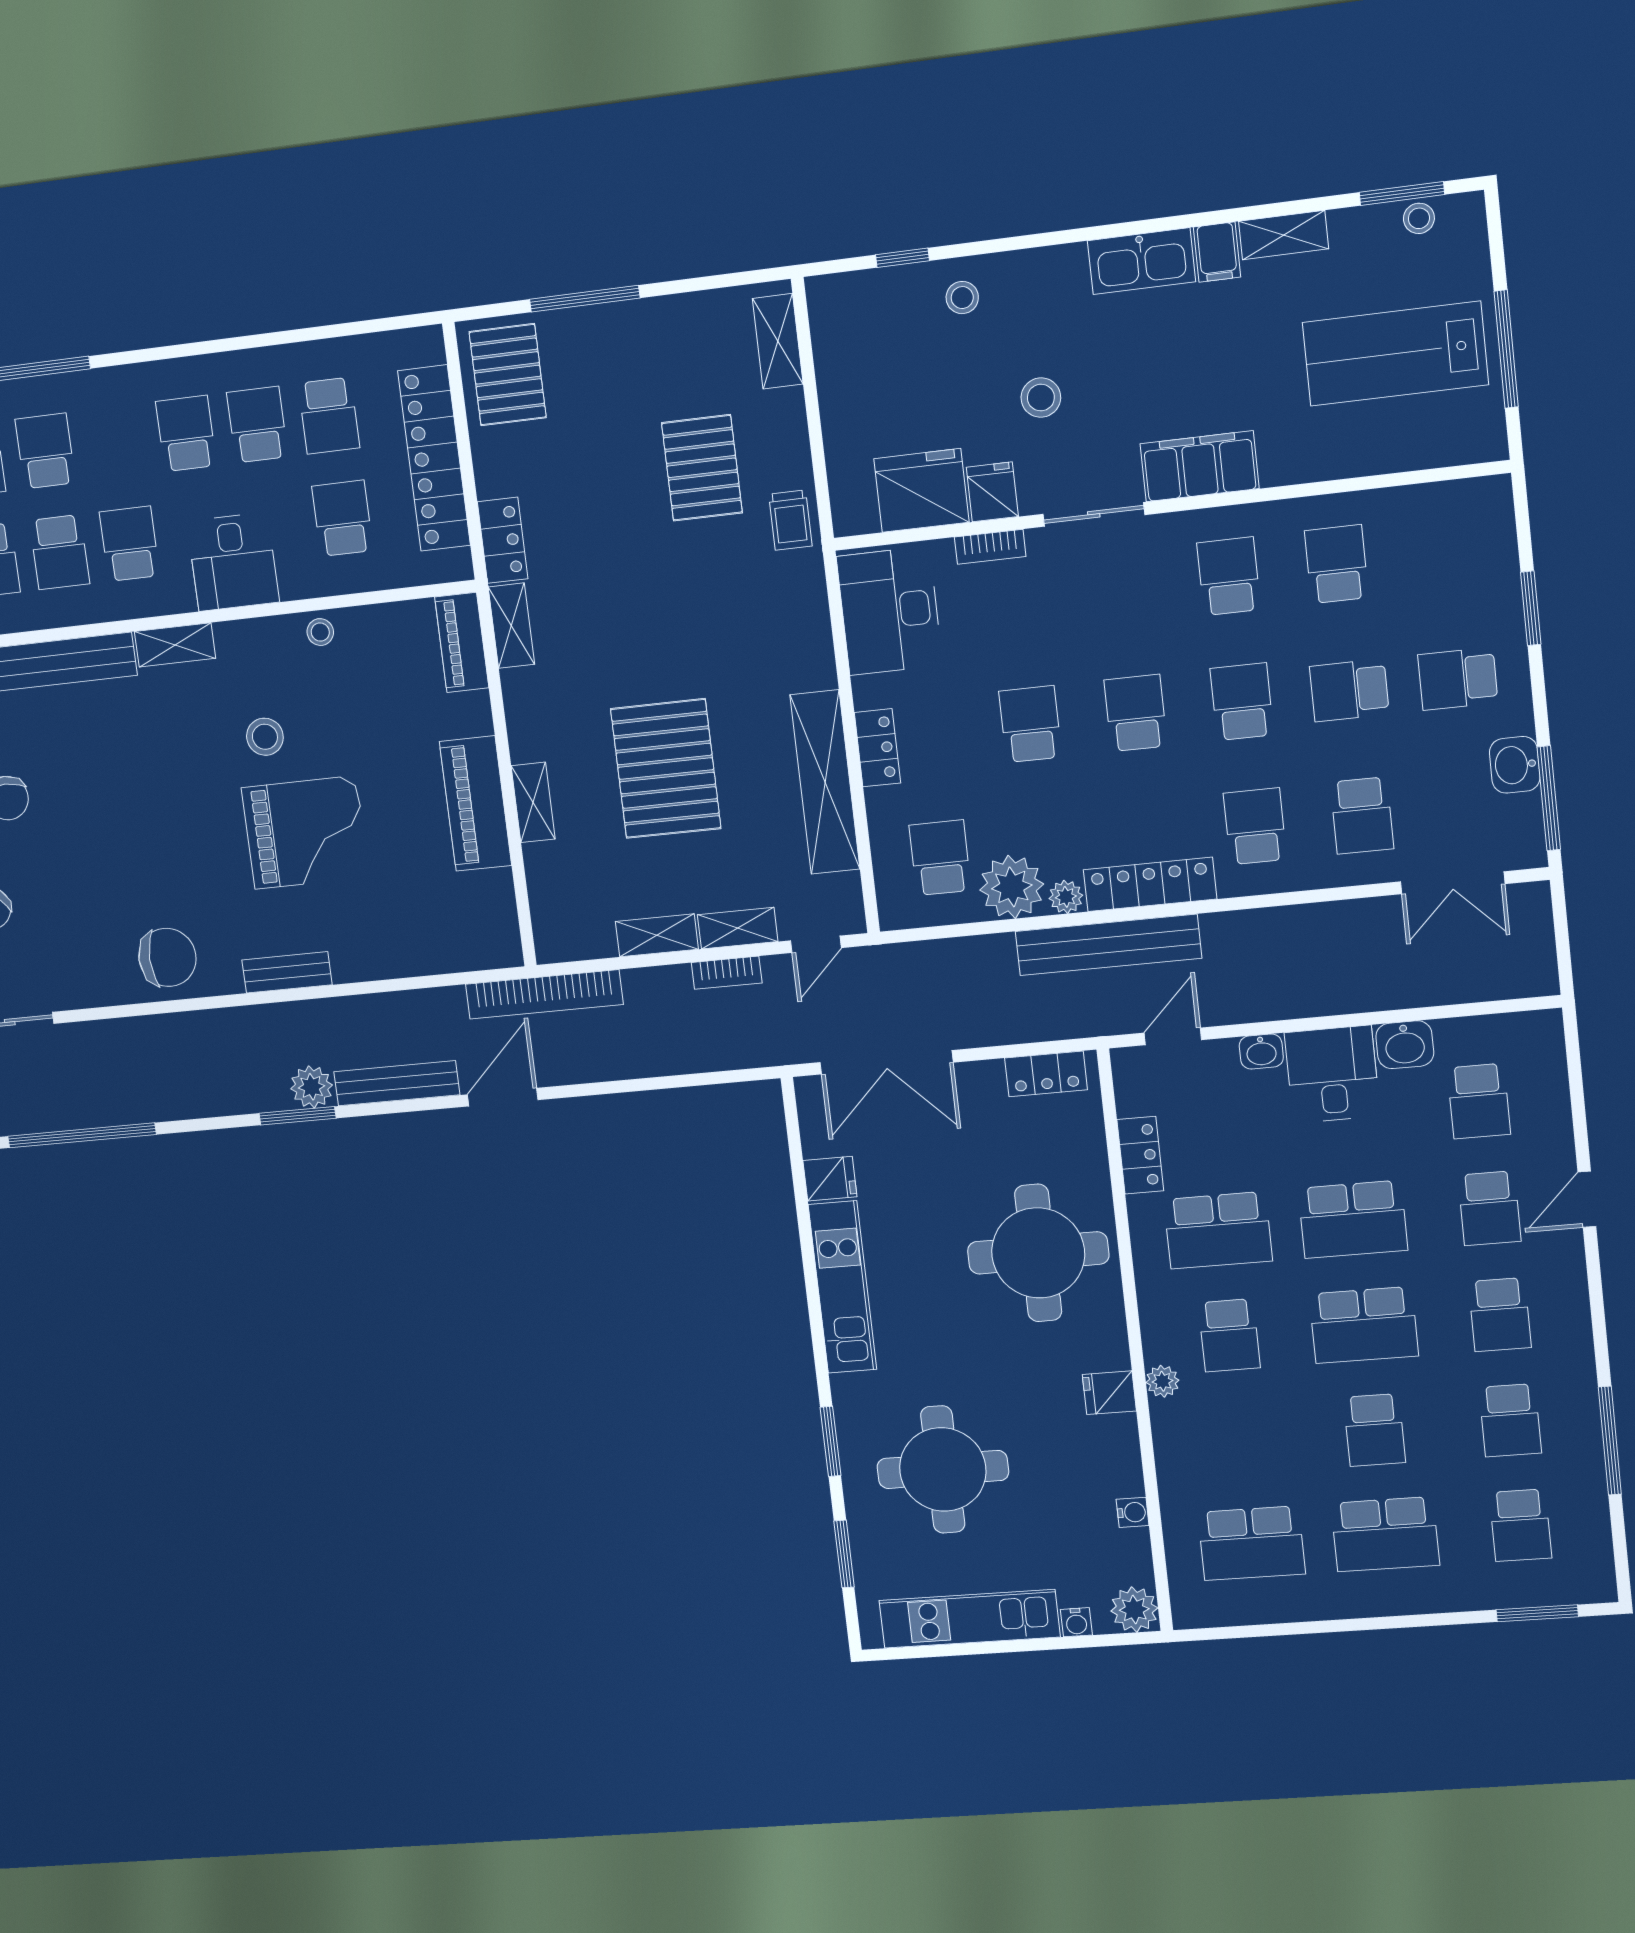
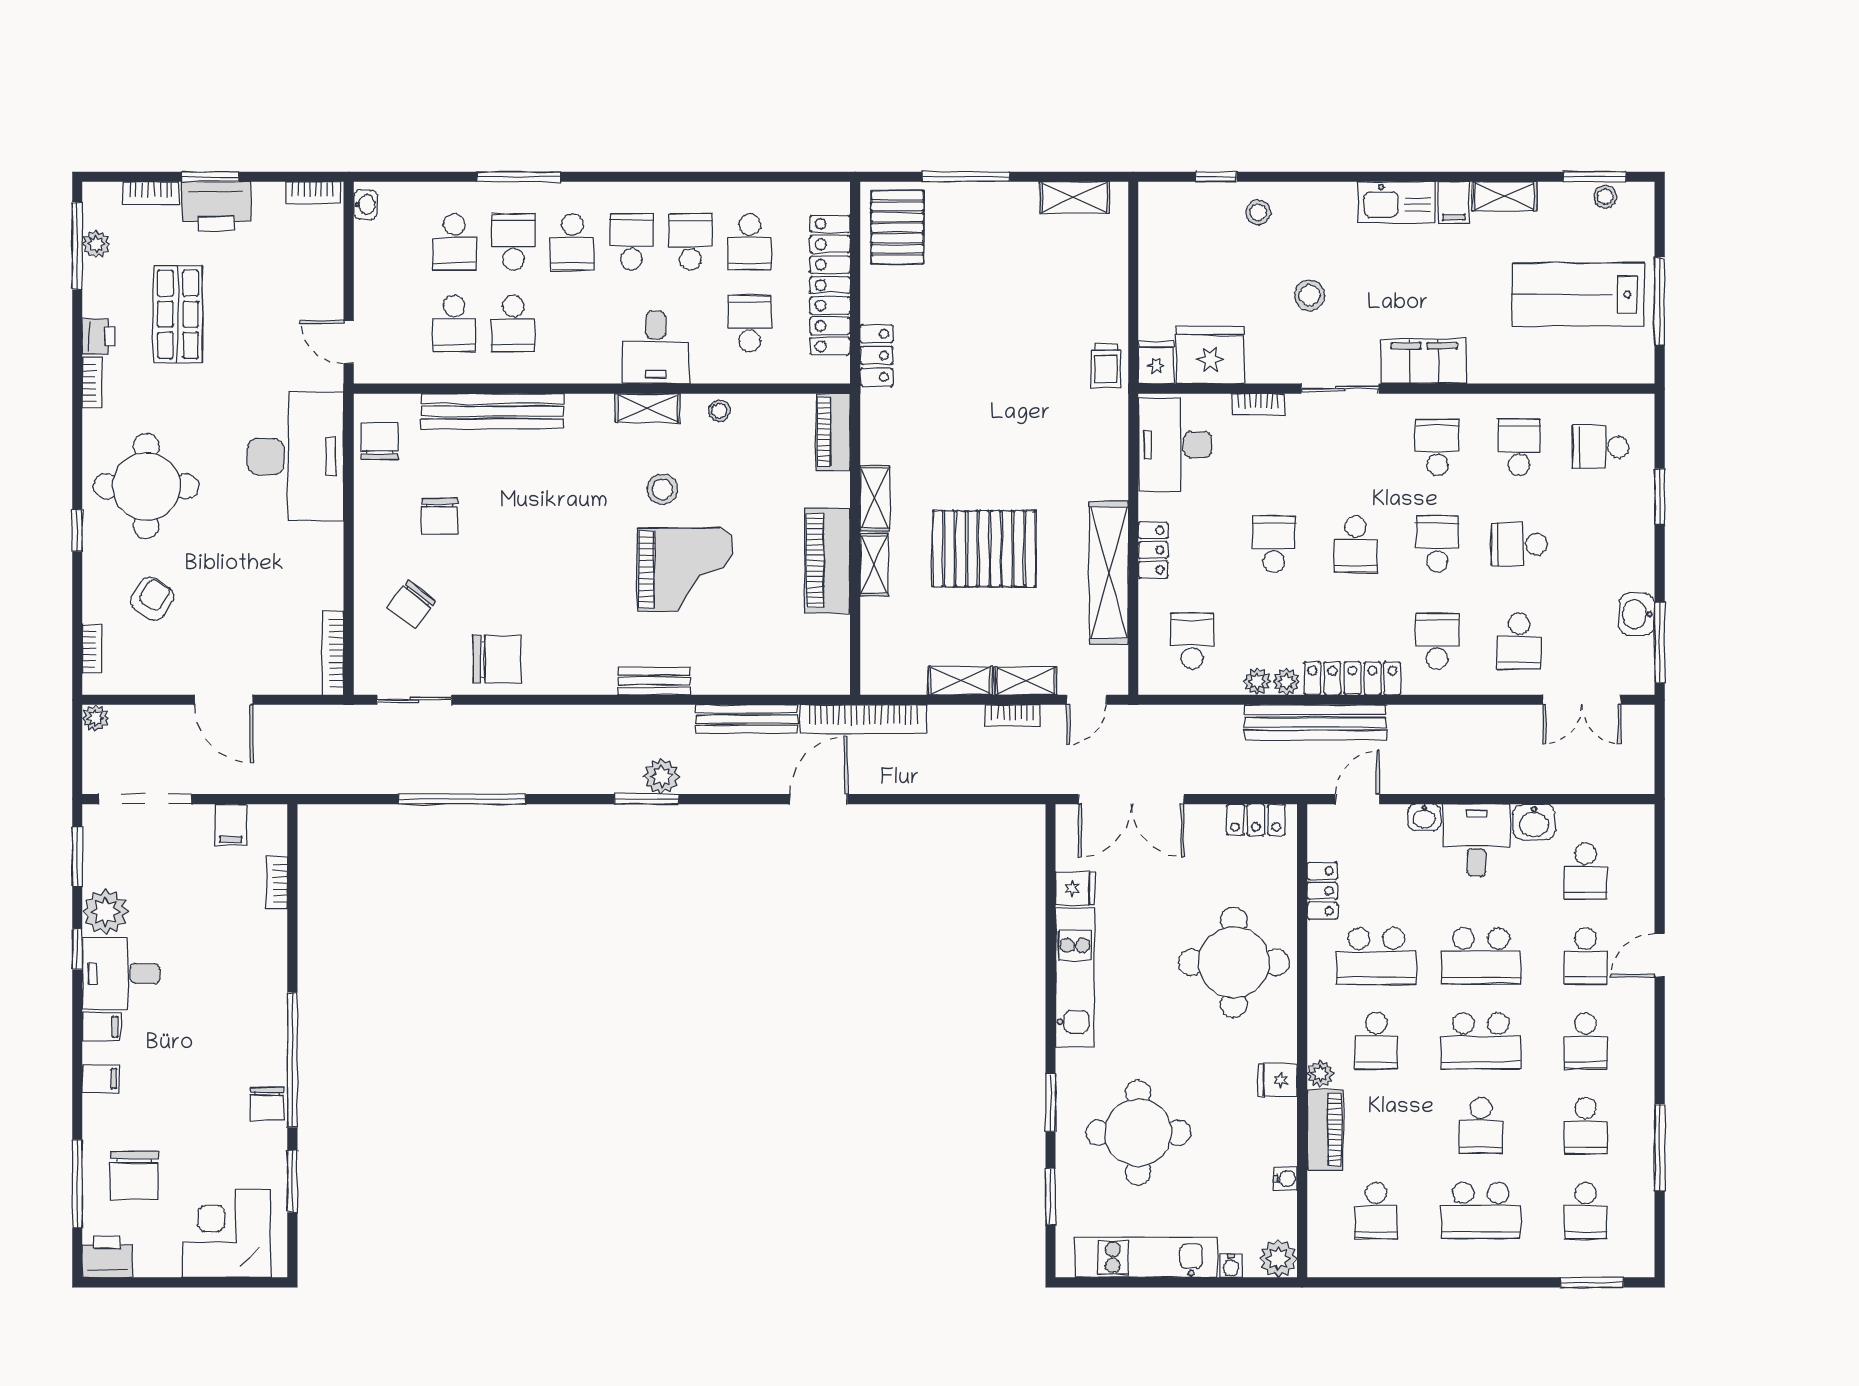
shelving: (778, 341) -> (1074, 197), moved, turned 90
pallet: (702, 468) -> (1042, 318), removed
fridge: (992, 492) -> (1156, 362), moved
school desk: (130, 544) -> (572, 242), moved, turned 180
shelving: (511, 626) -> (875, 498), moved
shelving: (175, 645) -> (647, 408), moved
school desk: (1458, 679) -> (1601, 447), moved
school desk: (1136, 713) -> (1356, 544), turned 180
pallet: (666, 769) -> (984, 549), turned 90
plant: (1012, 887) -> (1257, 681), width x0.53, depth x0.53
chair: (167, 957) -> (497, 659), moved
bench: (397, 1083) -> (747, 719), moved
piano: (1176, 1449) -> (1325, 1130), added
school desk: (1251, 1543) -> (1376, 1210), width x0.54

